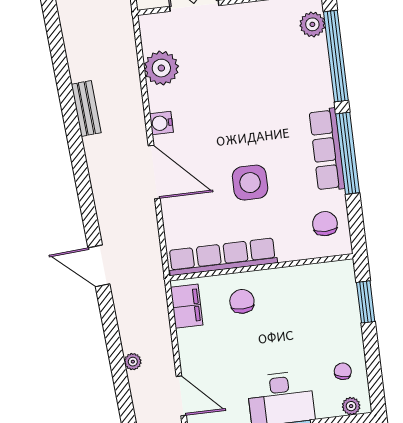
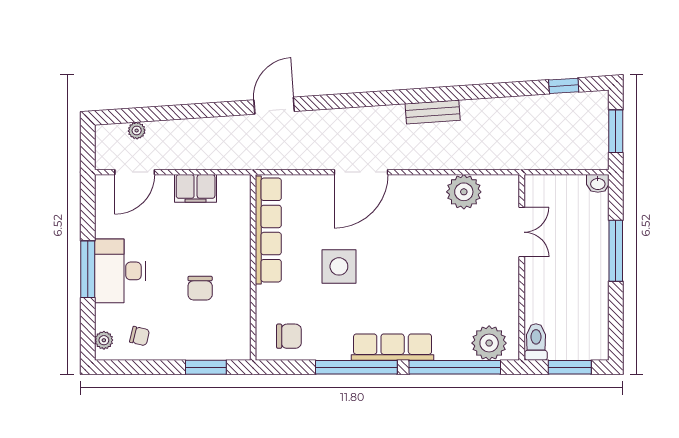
plant: (312, 24) -> (489, 343), width x1.36, depth x1.36
water cooler: (161, 123) -> (409, 185), removed
row of seats: (327, 150) -> (393, 347), moved
chair: (242, 301) -> (200, 288), moved, turned 90
filing cabinet: (187, 306) -> (196, 188), moved
plant: (133, 362) -> (137, 131), moved

